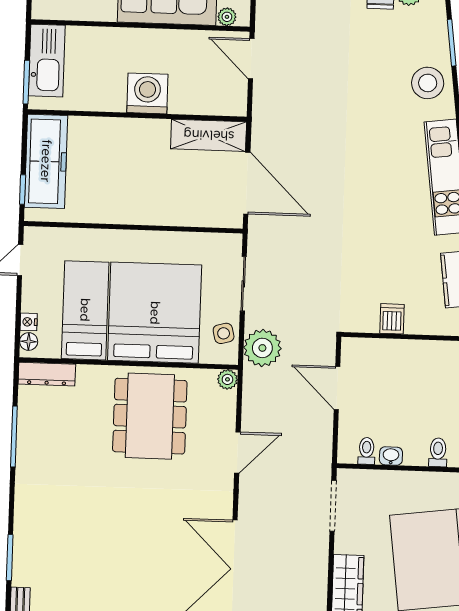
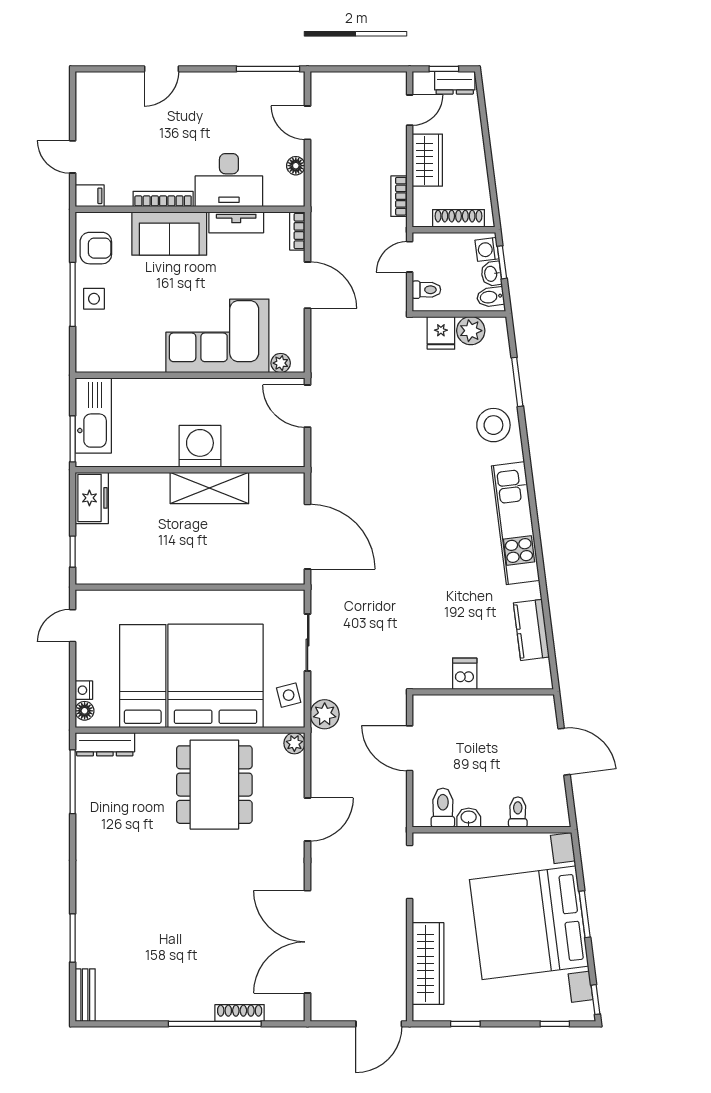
shelving: (209, 135) -> (209, 488), moved
freezer: (46, 161) -> (92, 498), width x0.52, depth x0.79
plant: (262, 348) -> (325, 714), width x0.73, depth x0.73
window: (14, 436) -> (73, 782), moved
toilet: (367, 451) -> (443, 808), width x1.37, depth x1.39

